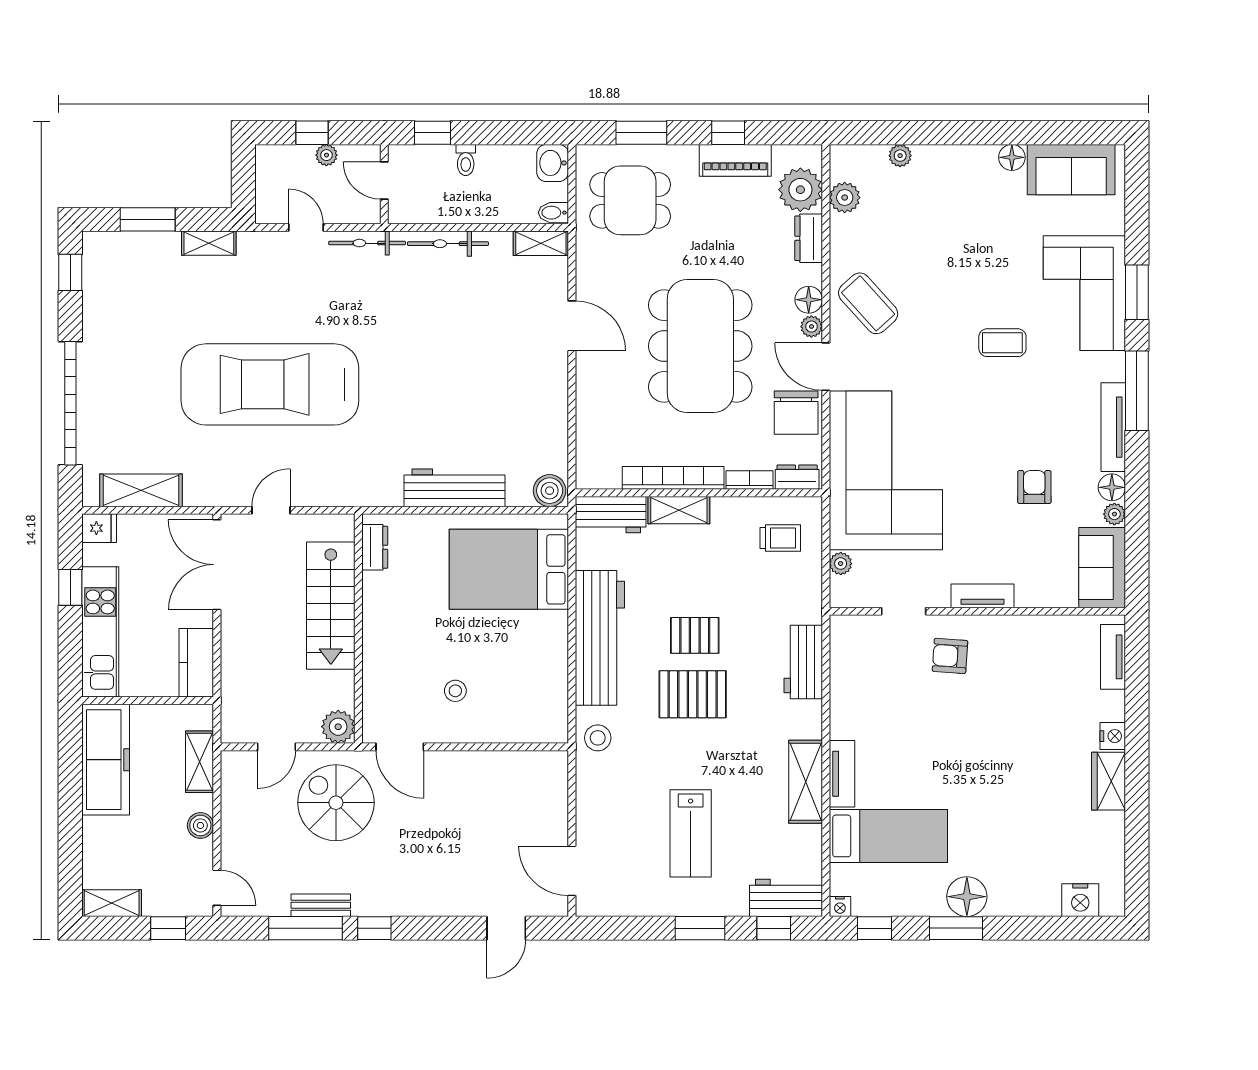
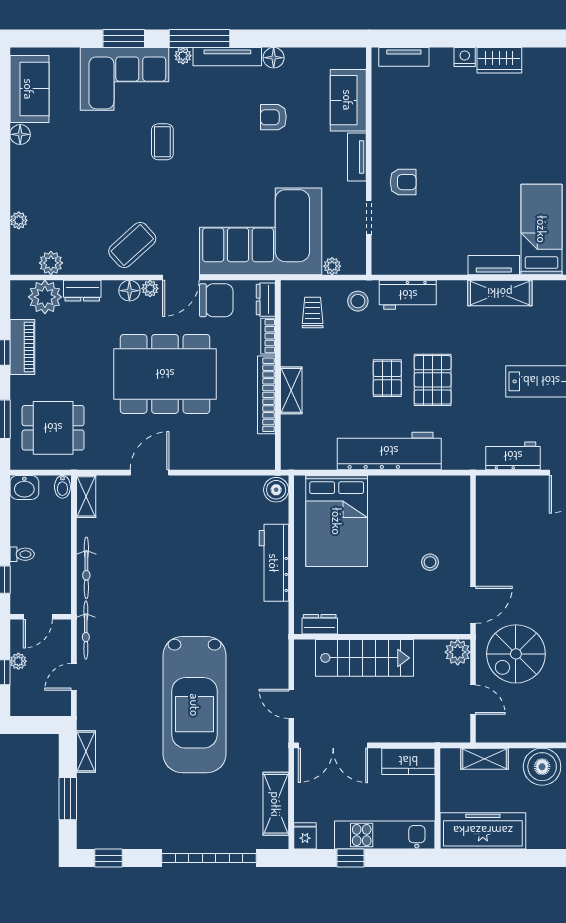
dining table: (630, 200) -> (53, 428), turned 90
plant: (1114, 514) -> (183, 56), moved
workbench: (611, 515) -> (513, 456), moved, turned -90
sofa: (1102, 568) -> (348, 100), moved, turned 90
armchair: (950, 656) -> (403, 182), turned -94
stool: (598, 738) -> (358, 301), moved
boiler: (200, 825) -> (542, 767), width x1.86, depth x1.86

